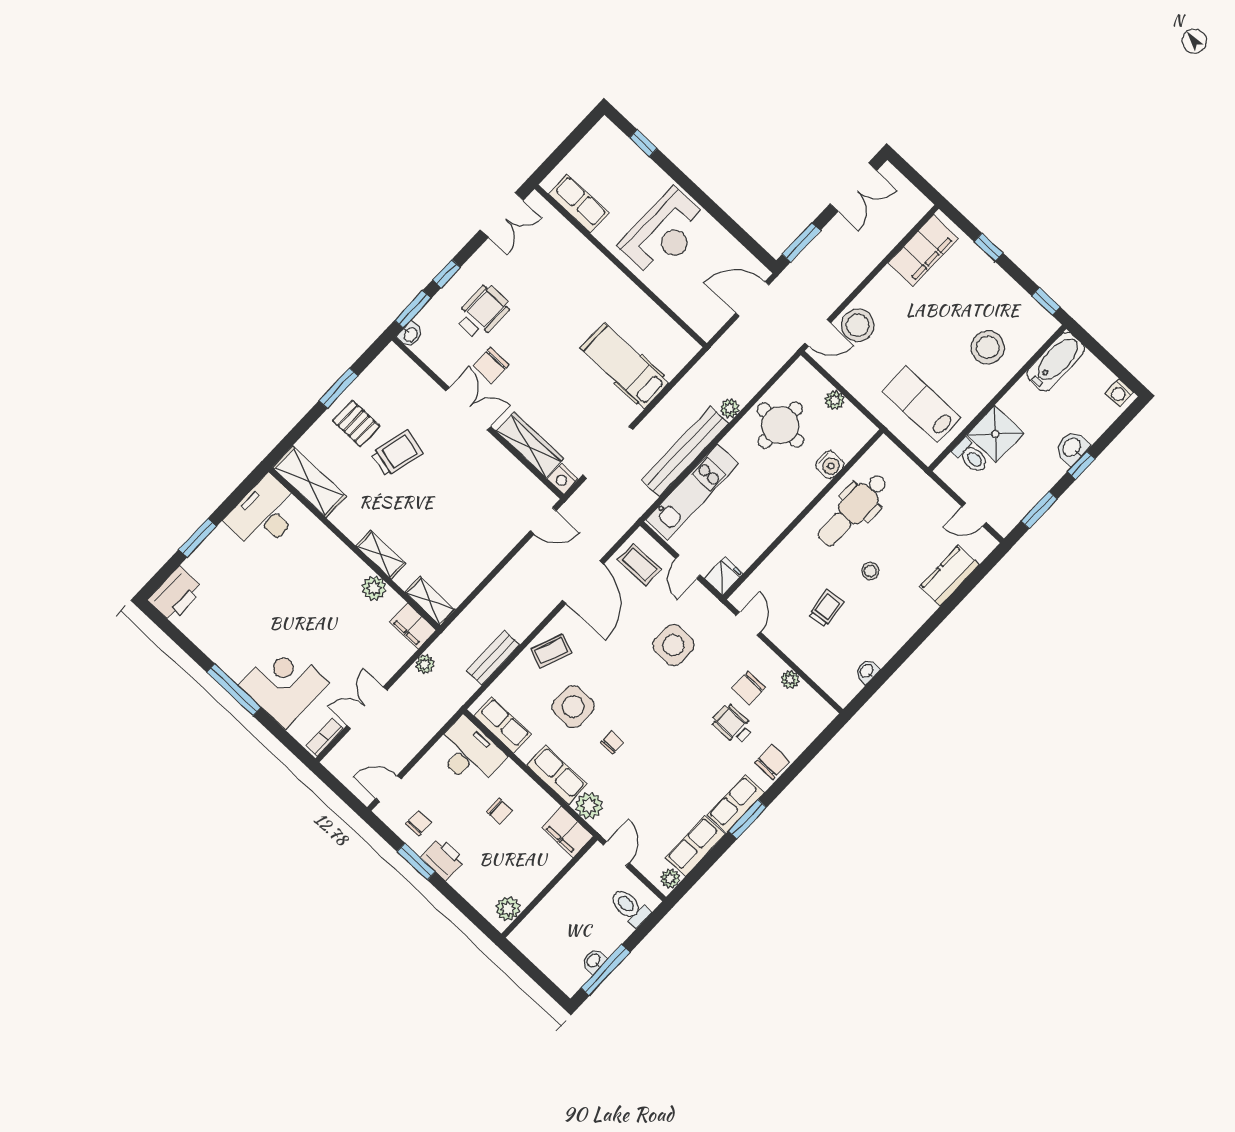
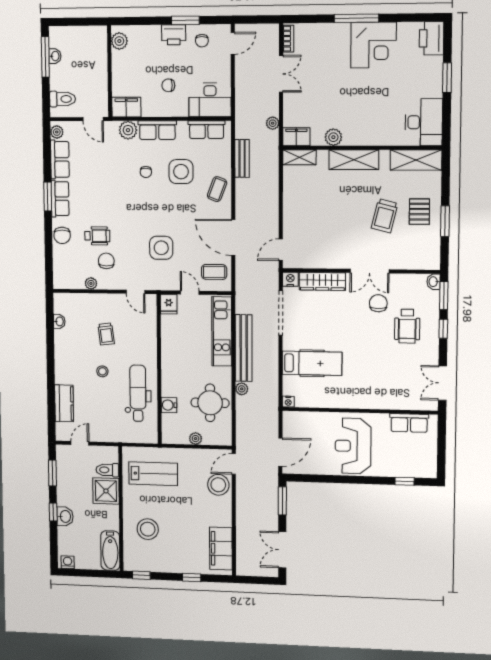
nightstand: (691, 347) -> (288, 402), added
pallet: (356, 423) -> (419, 212), turned 90
shelving: (381, 555) -> (354, 160), width x1.50, depth x1.33
corner desk: (284, 684) -> (373, 45), moved

